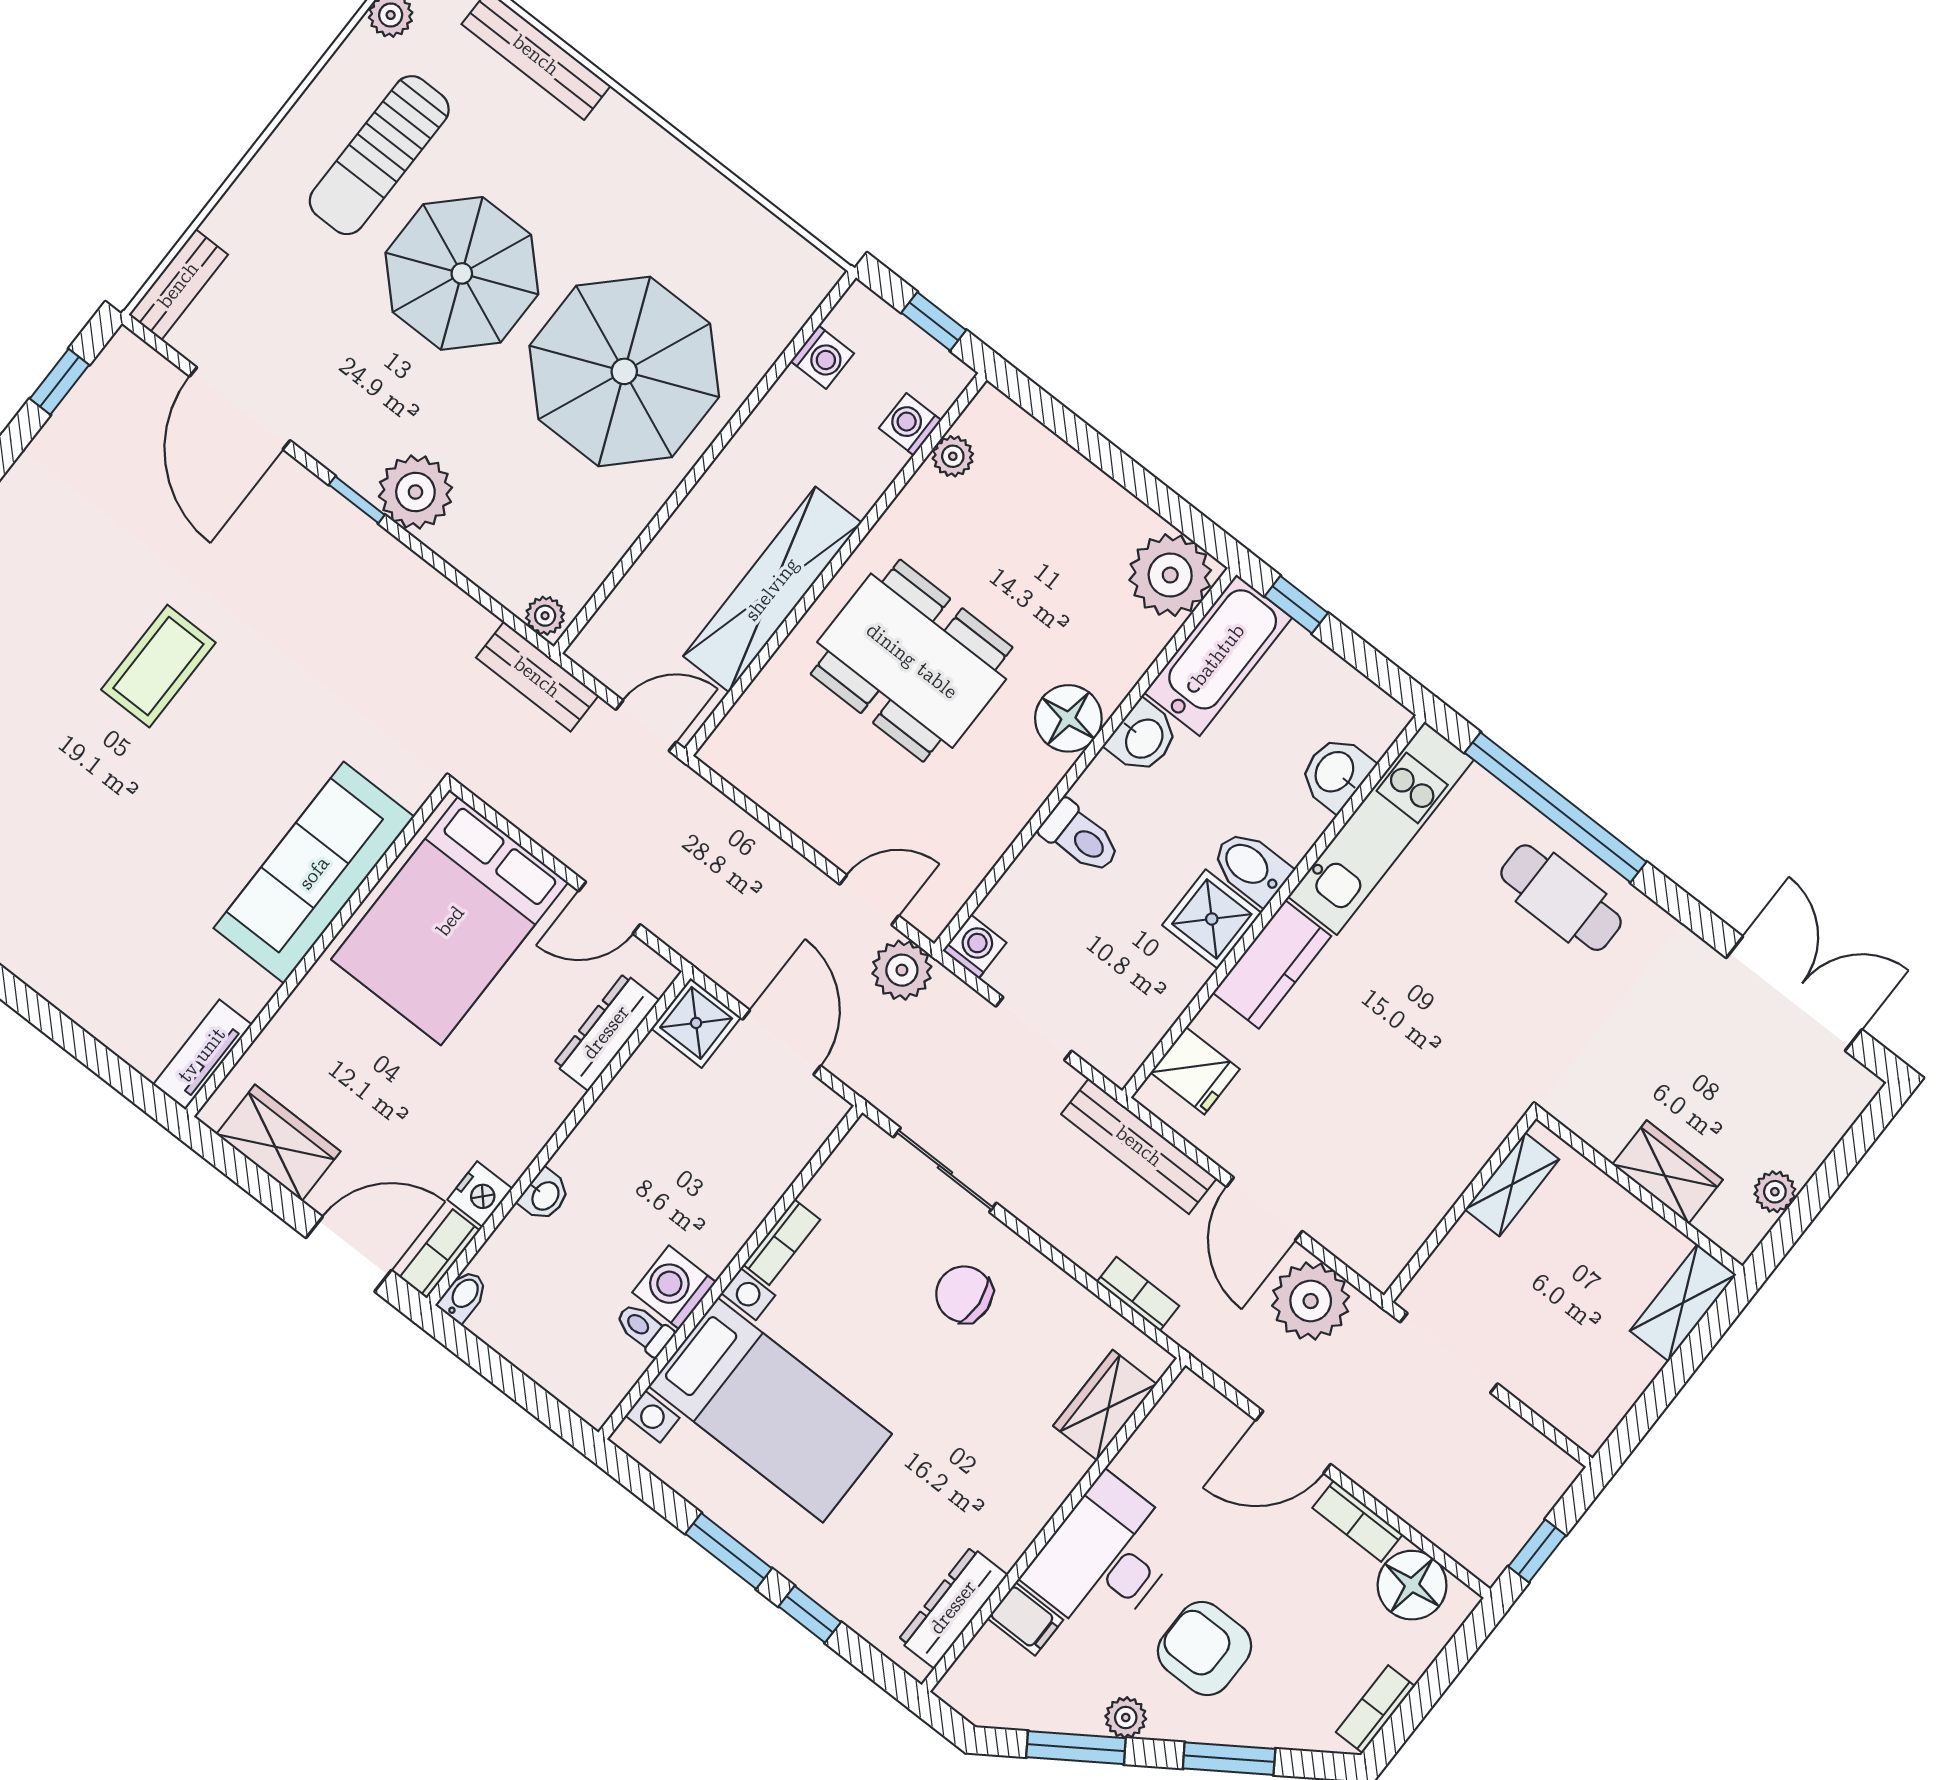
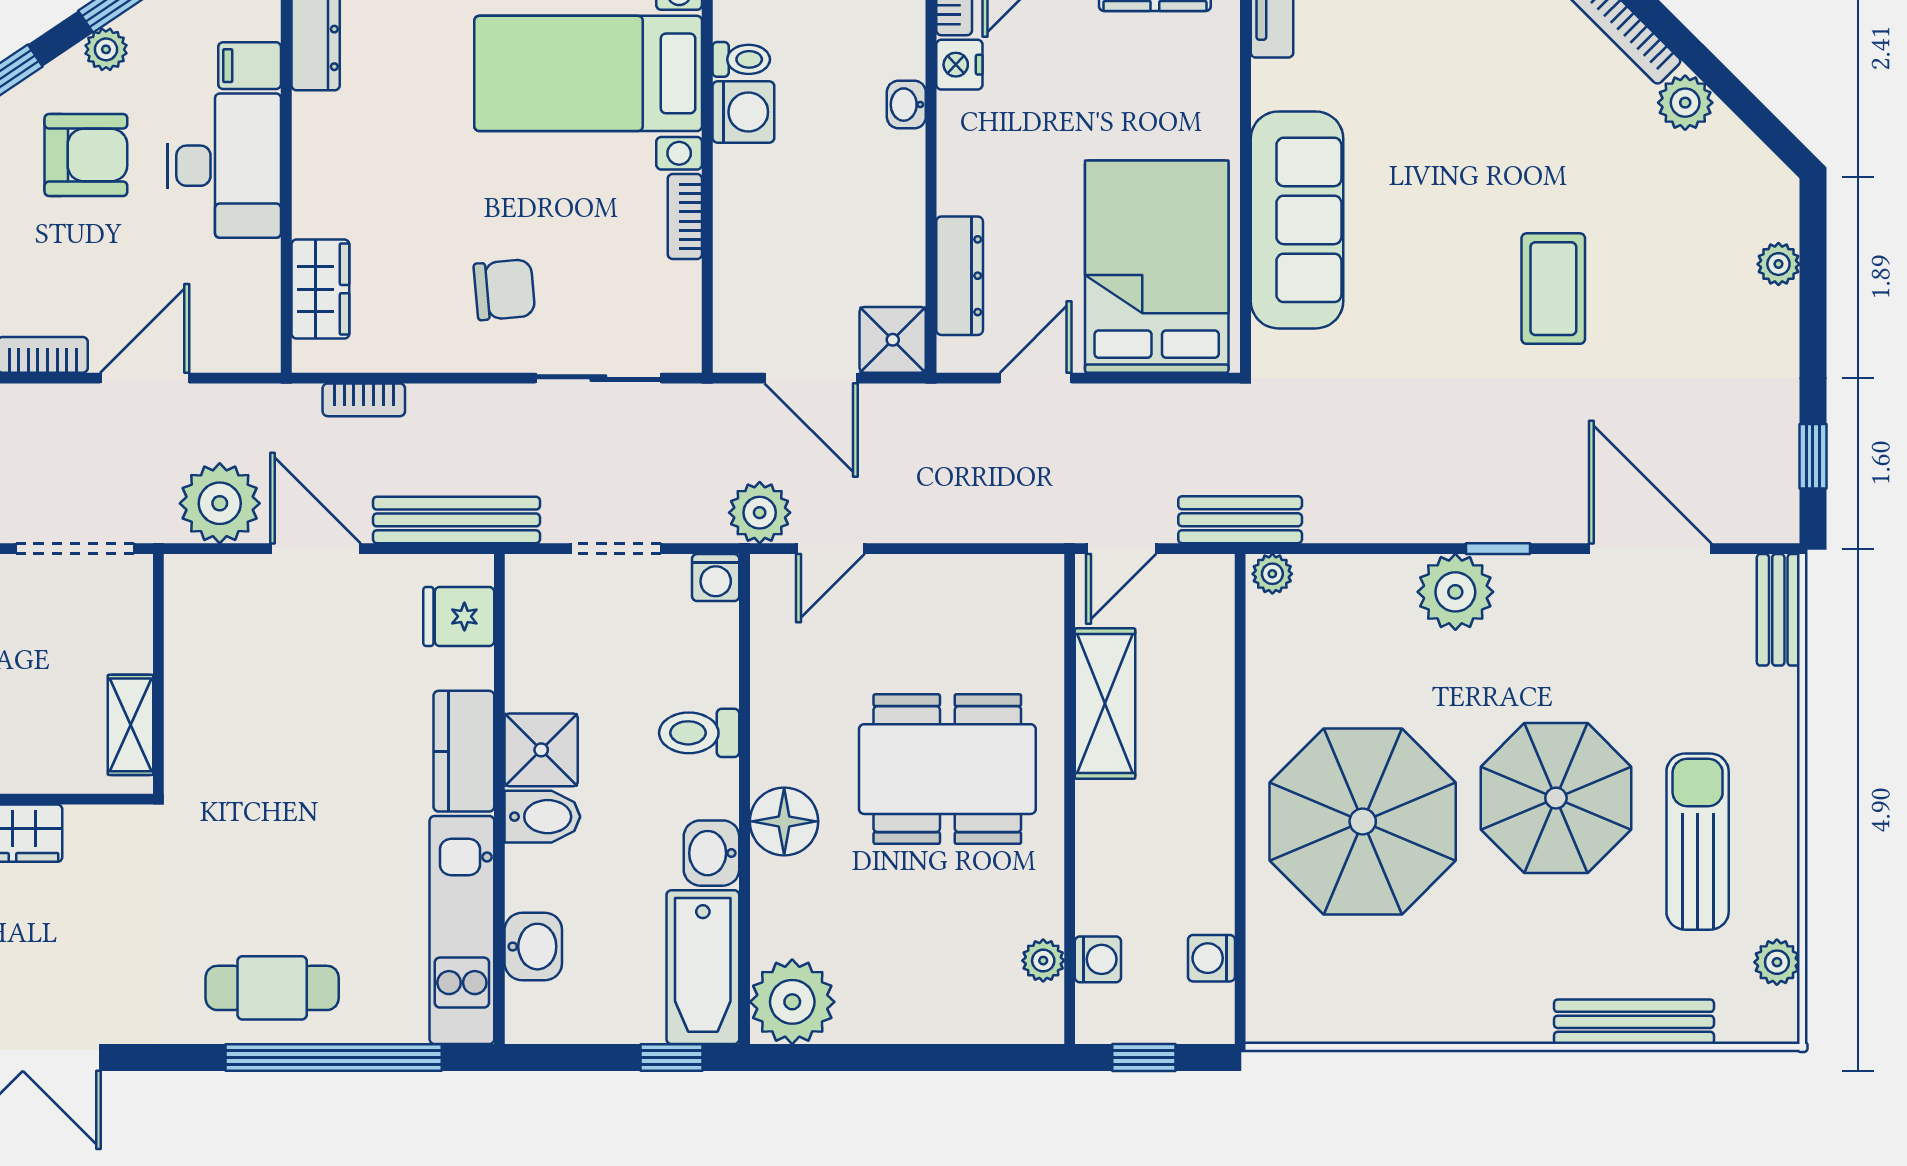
shelving: (772, 589) -> (1105, 704), width x0.68

